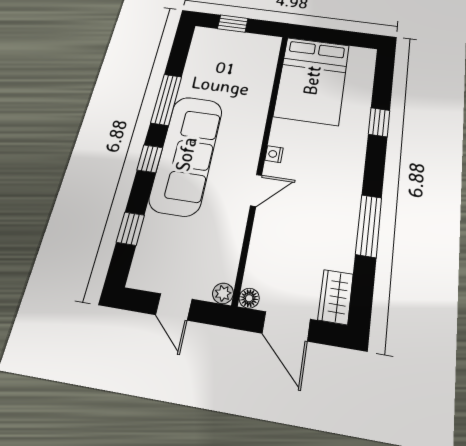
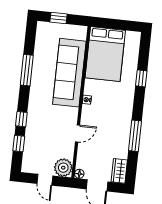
sofa: (186, 154) -> (69, 73), moved, turned 180
window: (150, 159) -> (21, 119), moved
door: (256, 190) -> (78, 133), moved
plant: (223, 293) -> (63, 168), width x1.88, depth x1.88

